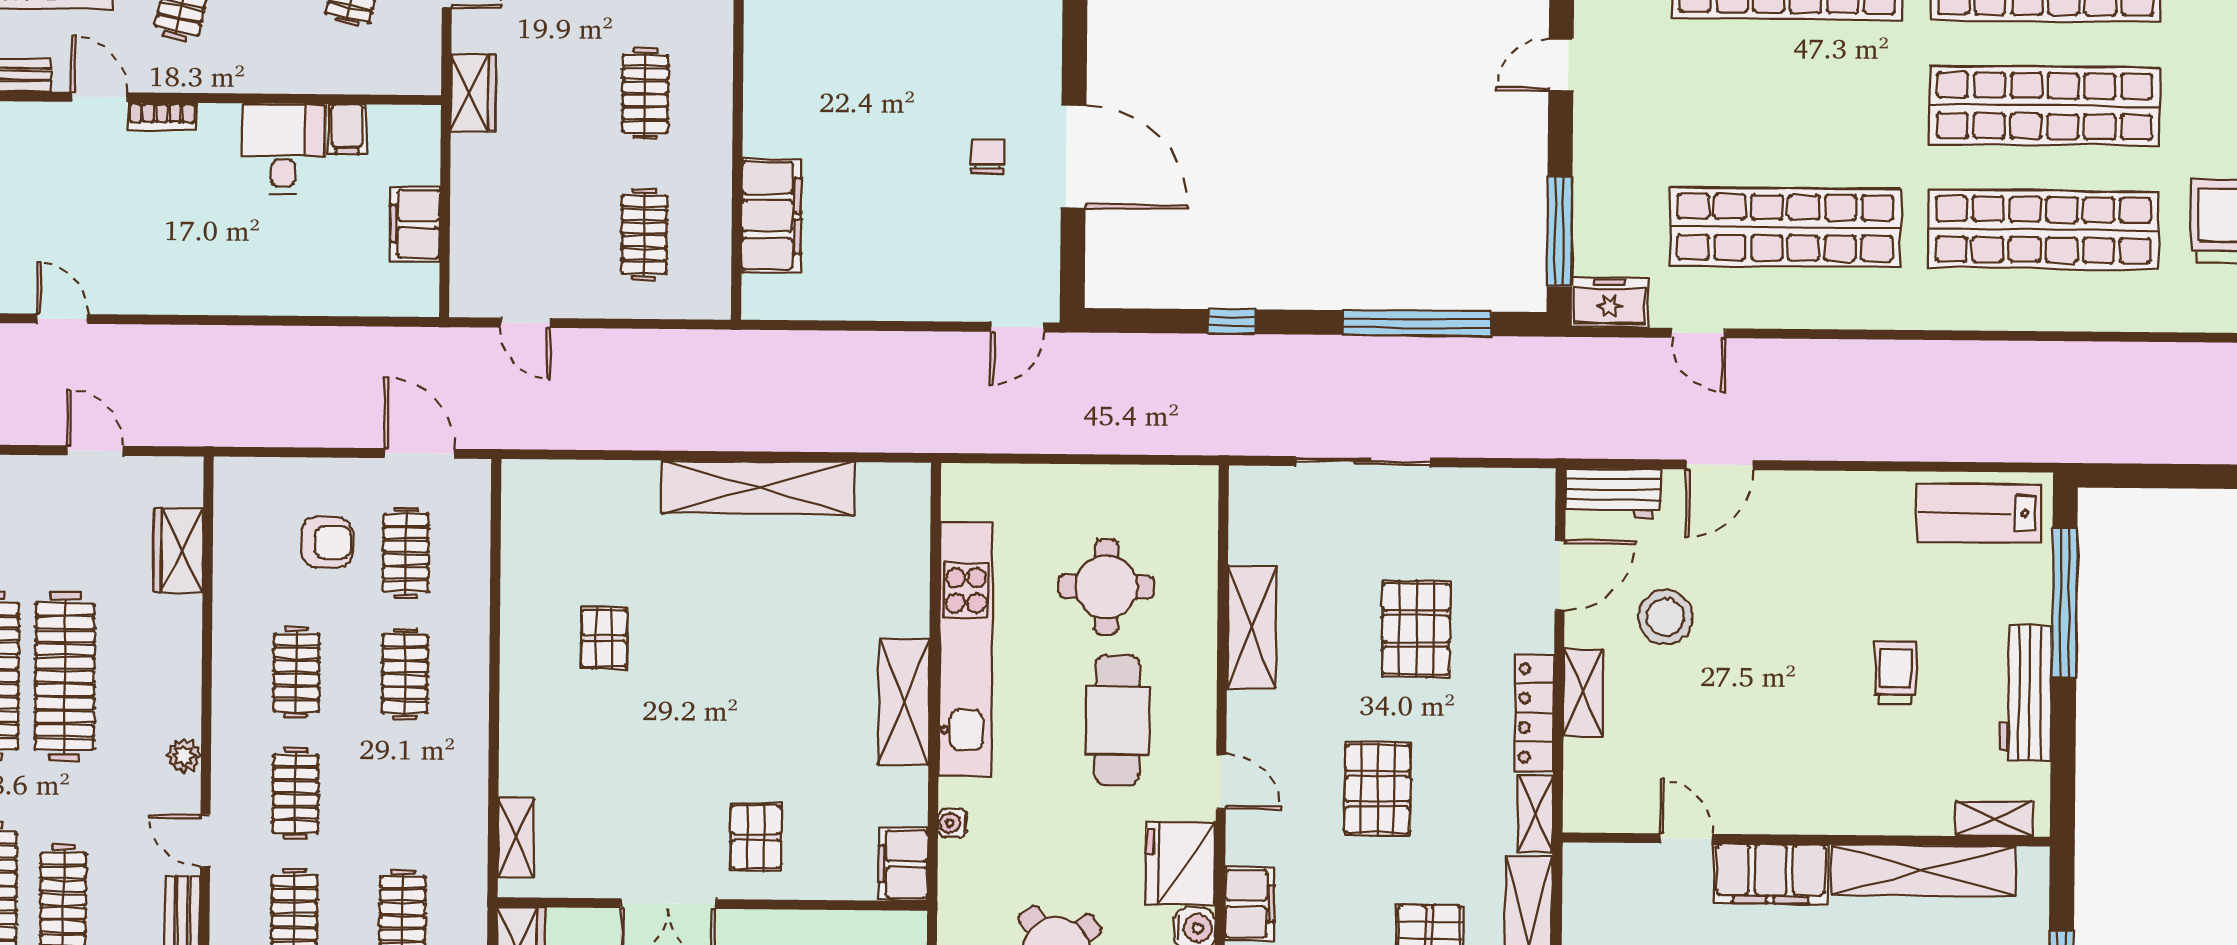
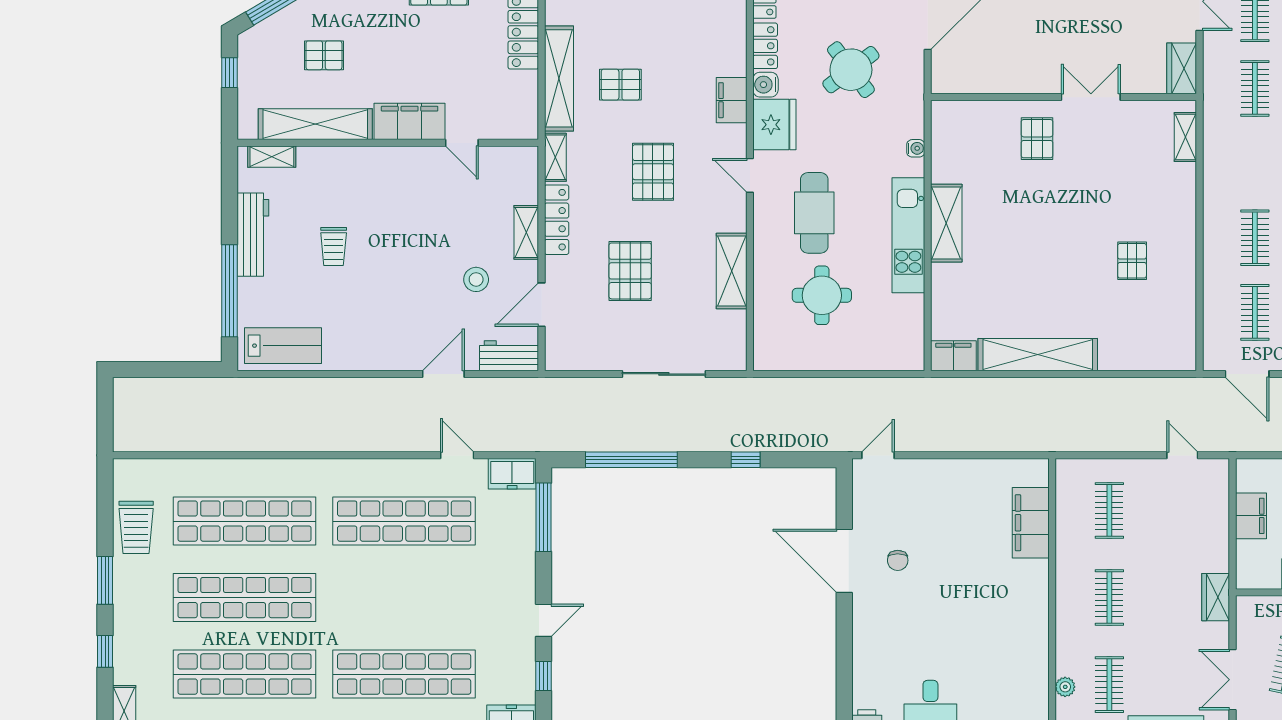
stool: (1665, 617) -> (476, 279), width x0.73, depth x0.73
kitchen unit: (966, 649) -> (908, 235), width x0.73
filing cabinet: (903, 864) -> (953, 356), moved, turned -90

